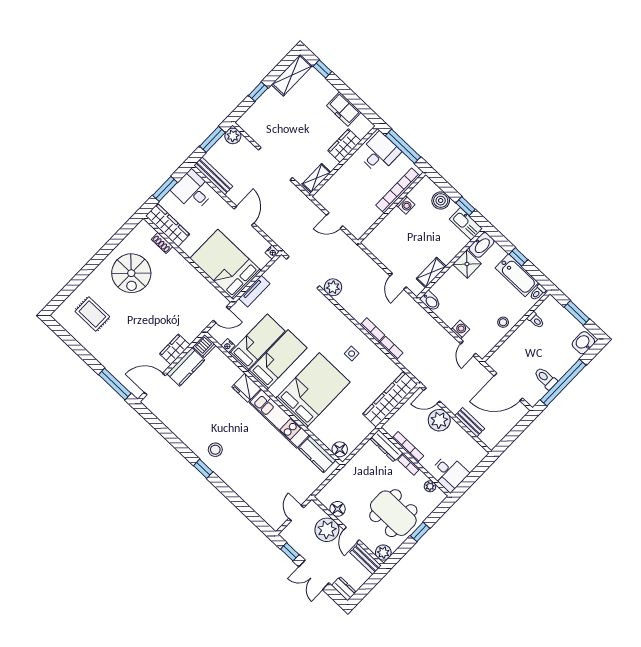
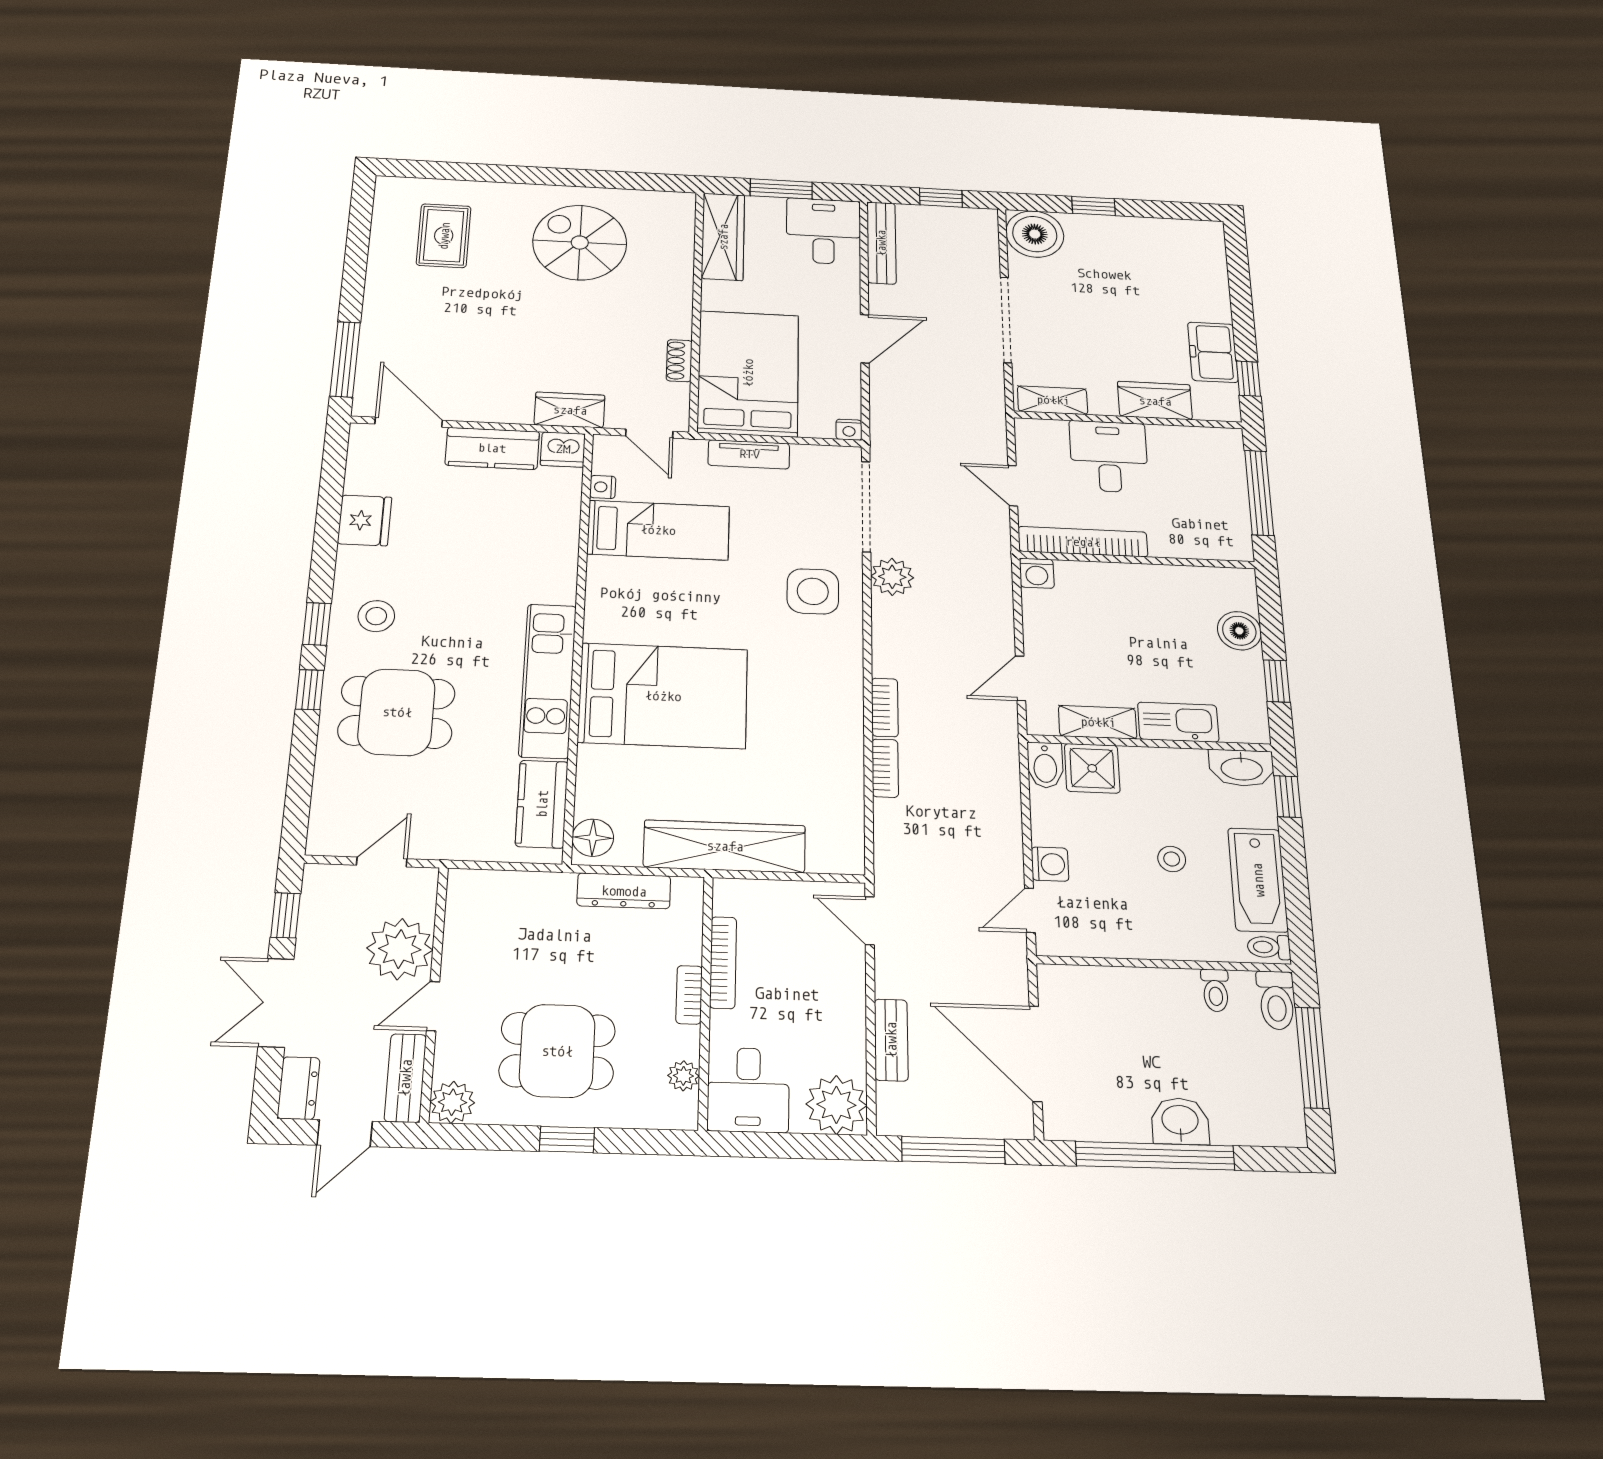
window: (322, 69) -> (1248, 379), moved
shelving: (292, 75) -> (1176, 234), removed
boiler: (252, 122) -> (1035, 234), added
plant: (233, 136) -> (980, 223), removed
window: (212, 139) -> (941, 198), width x0.67
desk: (379, 153) -> (1109, 456), moved, turned -90
bookcase: (398, 191) -> (1083, 542), moved
washing machine: (406, 205) -> (1037, 573), moved
kitchen sink: (466, 224) -> (1178, 722), moved, turned 90
shoe rack: (162, 243) -> (679, 361), moved
window: (518, 257) -> (1288, 797), moved
shower: (467, 264) -> (1092, 768), moved
spiral stairs: (131, 273) -> (580, 243), turned 90
window: (577, 313) -> (1312, 1058), width x1.44
stool: (503, 322) -> (1172, 859), moved
washbasin: (583, 343) -> (1180, 1121), moved
wardrobe: (175, 349) -> (570, 410), moved
side table: (352, 354) -> (813, 591), moved, width x1.87, depth x1.87
bed: (278, 360) -> (660, 589), removed
toilet: (546, 378) -> (1276, 1000), moved, turned 180
fridge: (246, 388) -> (365, 520), moved, turned 180
wardrobe: (390, 399) -> (725, 846), moved
plant: (439, 420) -> (836, 1105), moved
window: (514, 434) -> (953, 1150), added
dresser: (386, 446) -> (624, 891), moved, turned -90
dining table: (252, 470) -> (397, 712), added
window: (224, 488) -> (310, 690), added
floor lamp: (338, 509) -> (464, 934), removed
dining table: (393, 513) -> (557, 1051), width x0.73
door: (367, 587) -> (345, 1133), added

